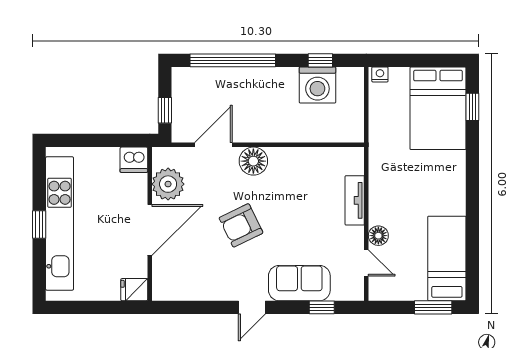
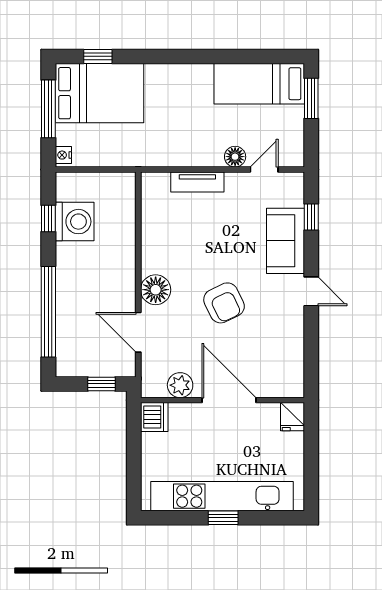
window: (423, 60) -> (48, 109), added
plant: (168, 184) -> (180, 385), width x0.73, depth x0.73

